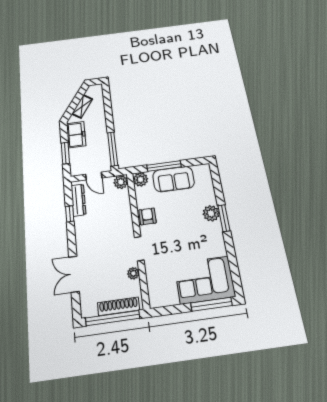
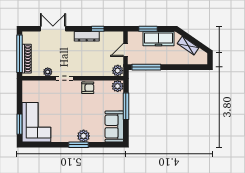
freezer: (76, 135) -> (159, 39), width x1.40
sofa: (173, 179) -> (114, 127), moved
dresser: (78, 200) -> (87, 36), moved
window: (211, 304) -> (20, 124), width x0.69

